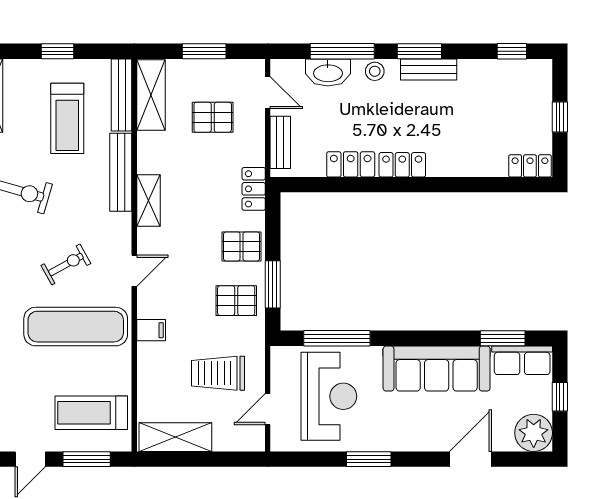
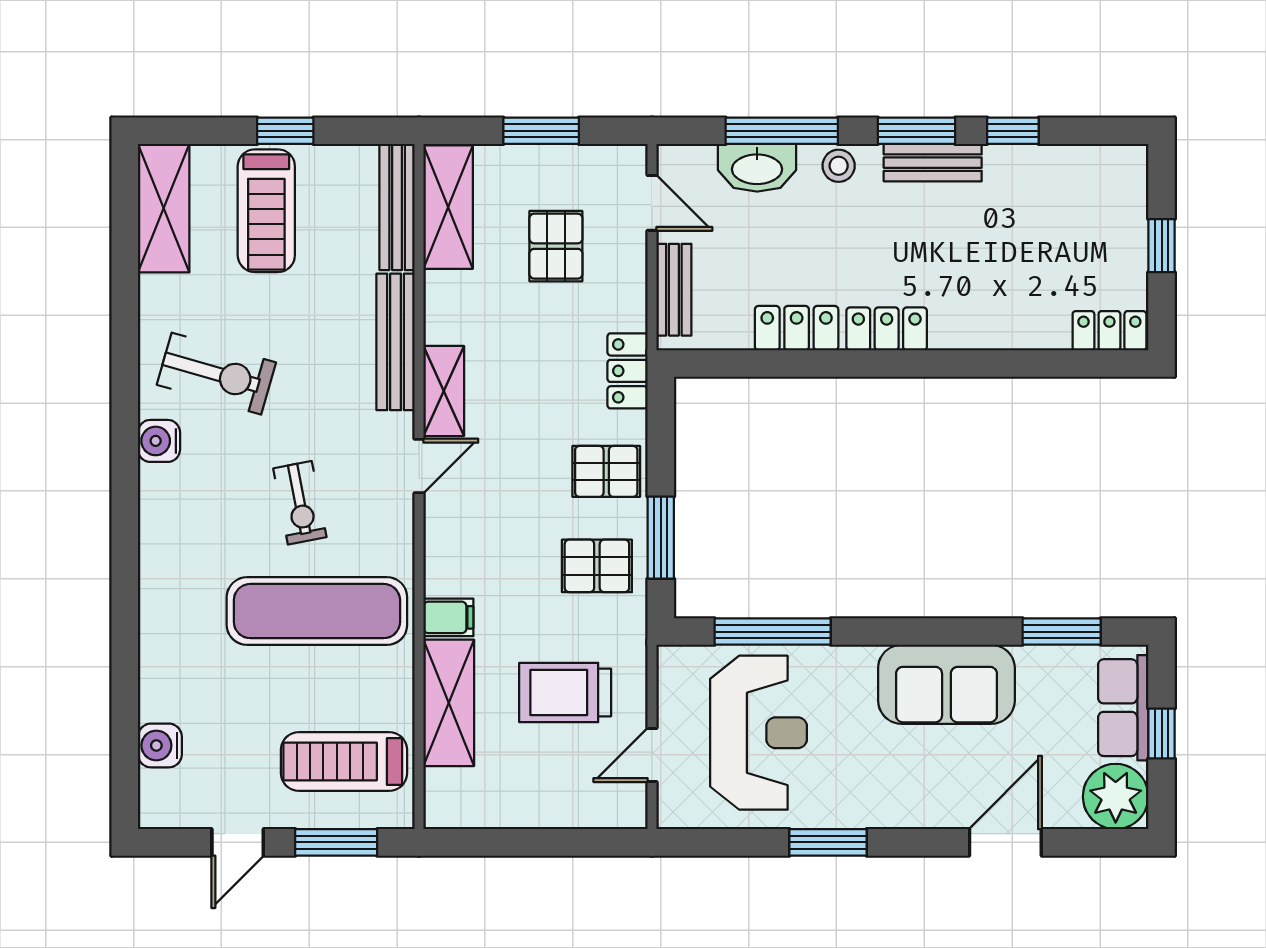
window: (512, 51) -> (1013, 131), moved
pallet: (213, 117) -> (556, 246), turned 90
treadmill: (67, 118) -> (266, 211), moved
exercise bike: (66, 264) -> (300, 503), turned 108
door: (134, 271) -> (419, 466), moved
row of seats: (522, 360) -> (1123, 708), moved, turned 90
sofa: (437, 369) -> (946, 684), width x0.73
shelving: (175, 437) -> (449, 703), moved, turned 90

